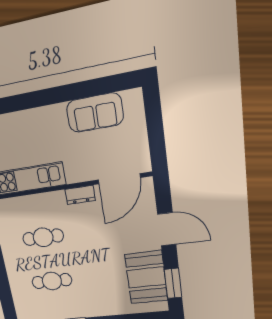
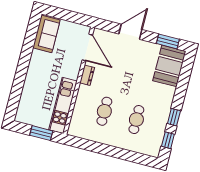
sofa: (95, 113) -> (46, 34), moved
booth: (146, 277) -> (169, 66), moved, turned 90

